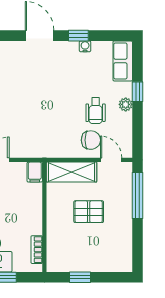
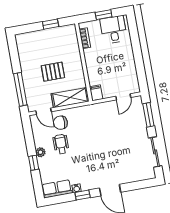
row of seats: (123, 61) -> (57, 189), moved, turned -90

